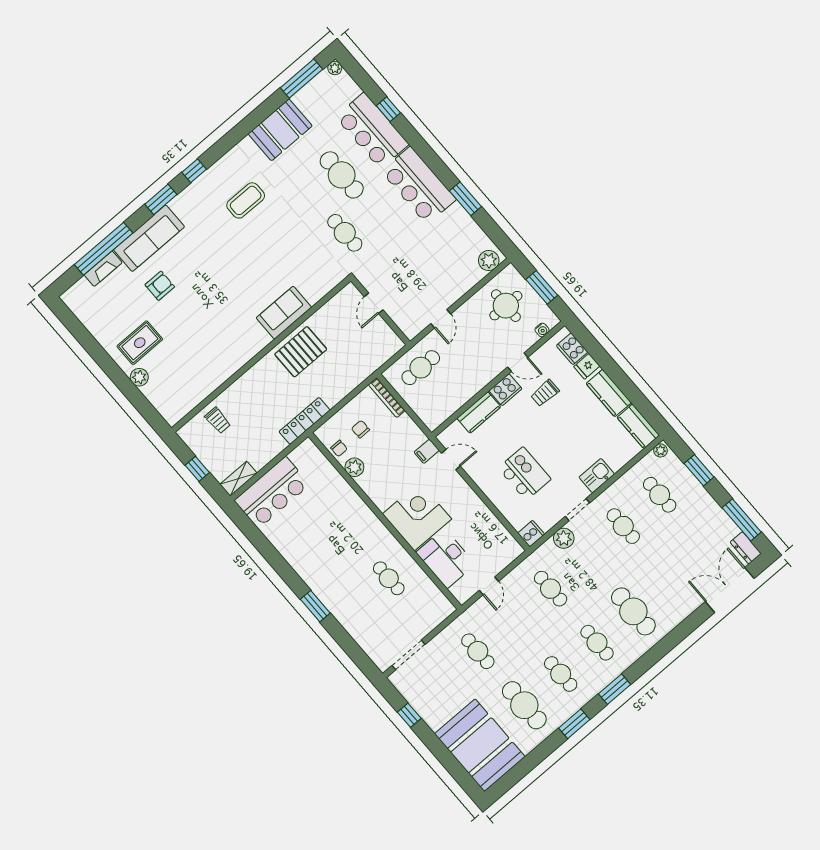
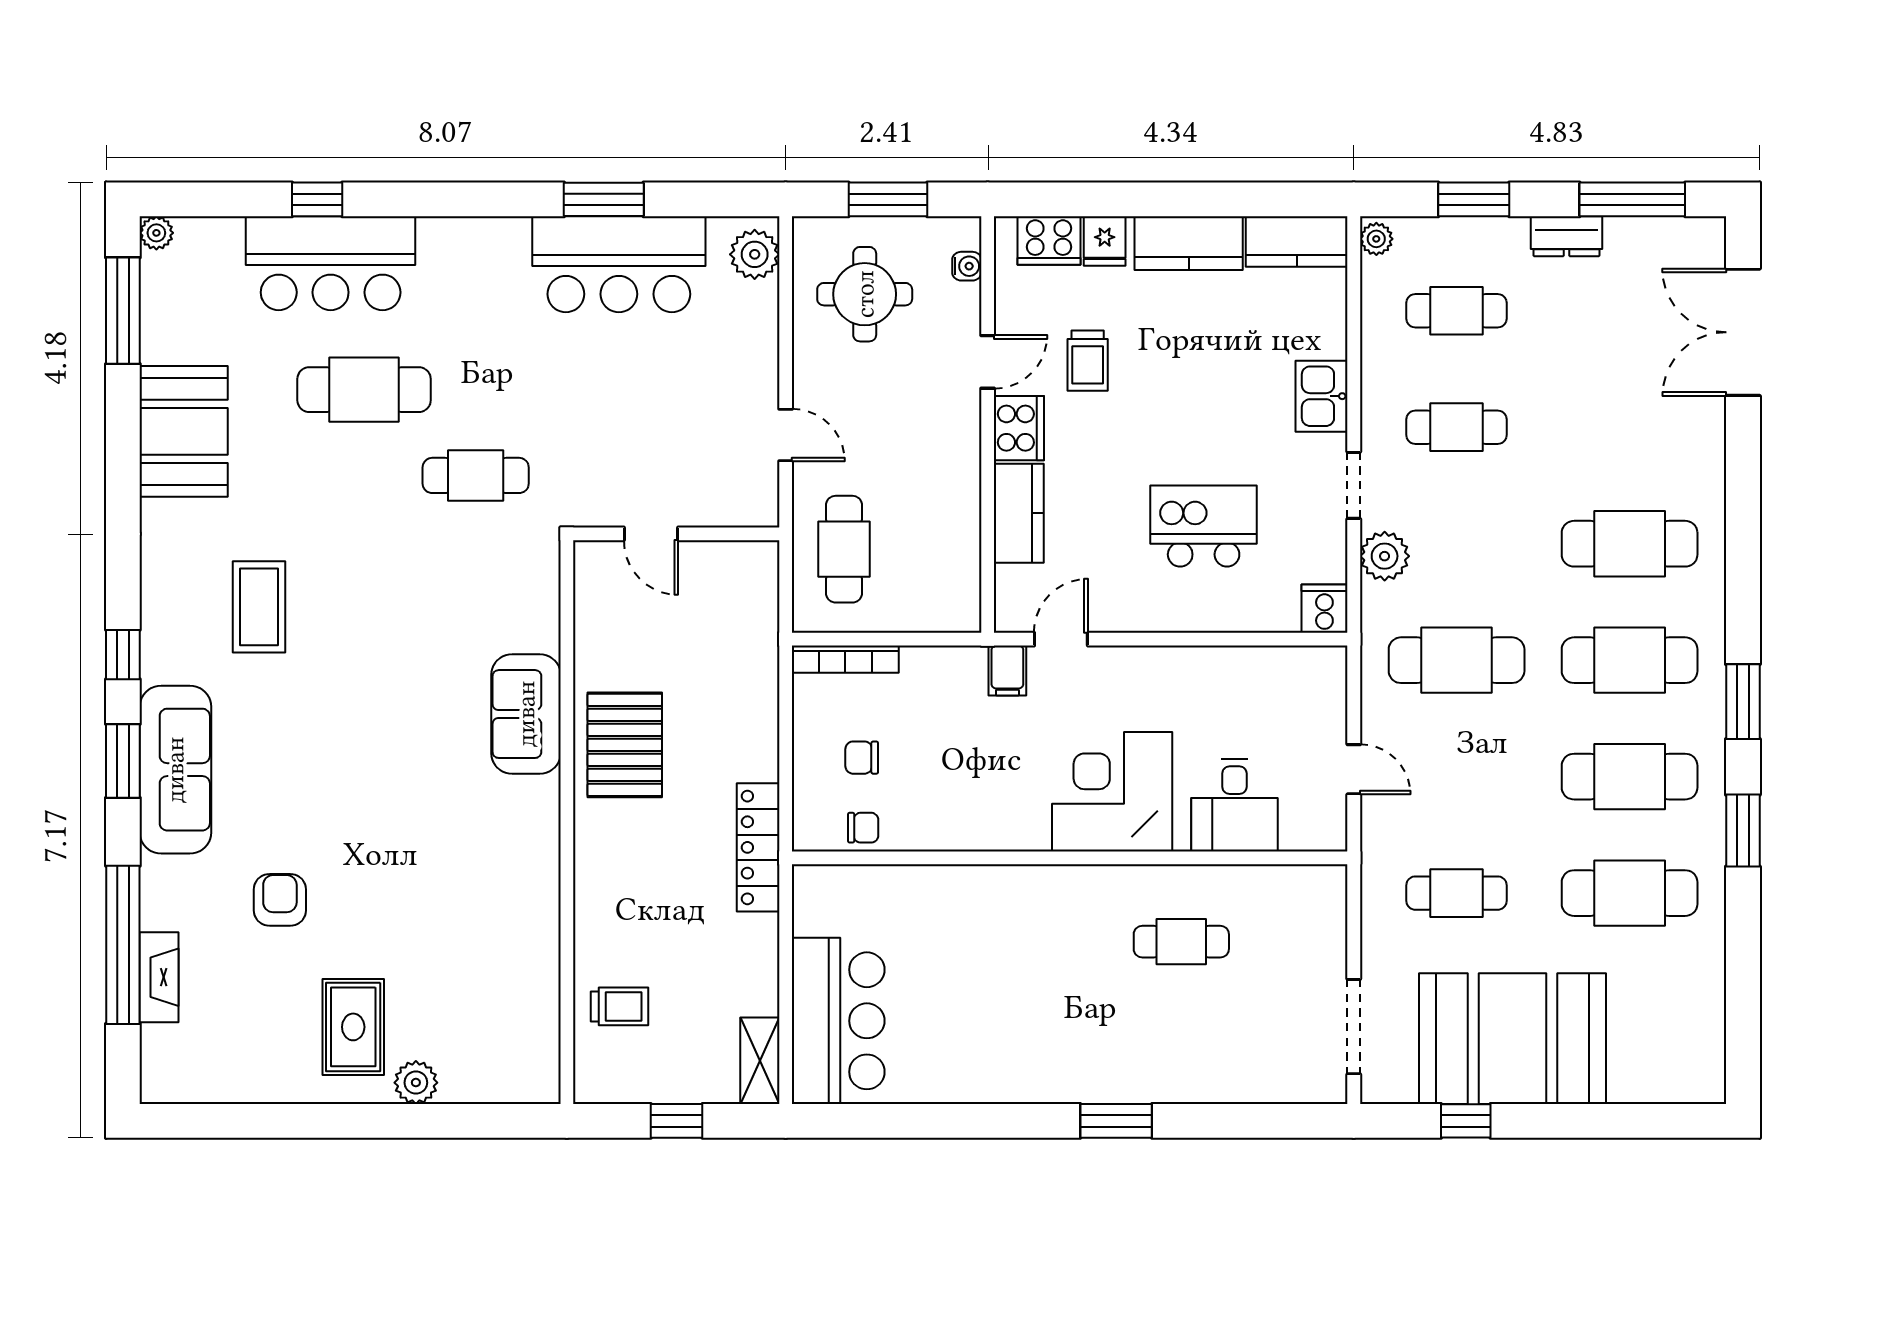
bar counter: (419, 185) -> (619, 264), moved
sofa: (149, 238) -> (175, 770), moved
plant: (354, 467) -> (922, 829), removed
dresser: (746, 548) -> (1566, 236), moved
desk: (446, 558) -> (1234, 805), width x0.73
cafe table: (551, 589) -> (1457, 660), width x1.37, depth x1.35
cafe table: (597, 643) -> (1630, 660), width x1.37, depth x1.35
cafe table: (561, 674) -> (1630, 777), width x1.37, depth x1.35
booth: (480, 745) -> (1513, 1039), moved

